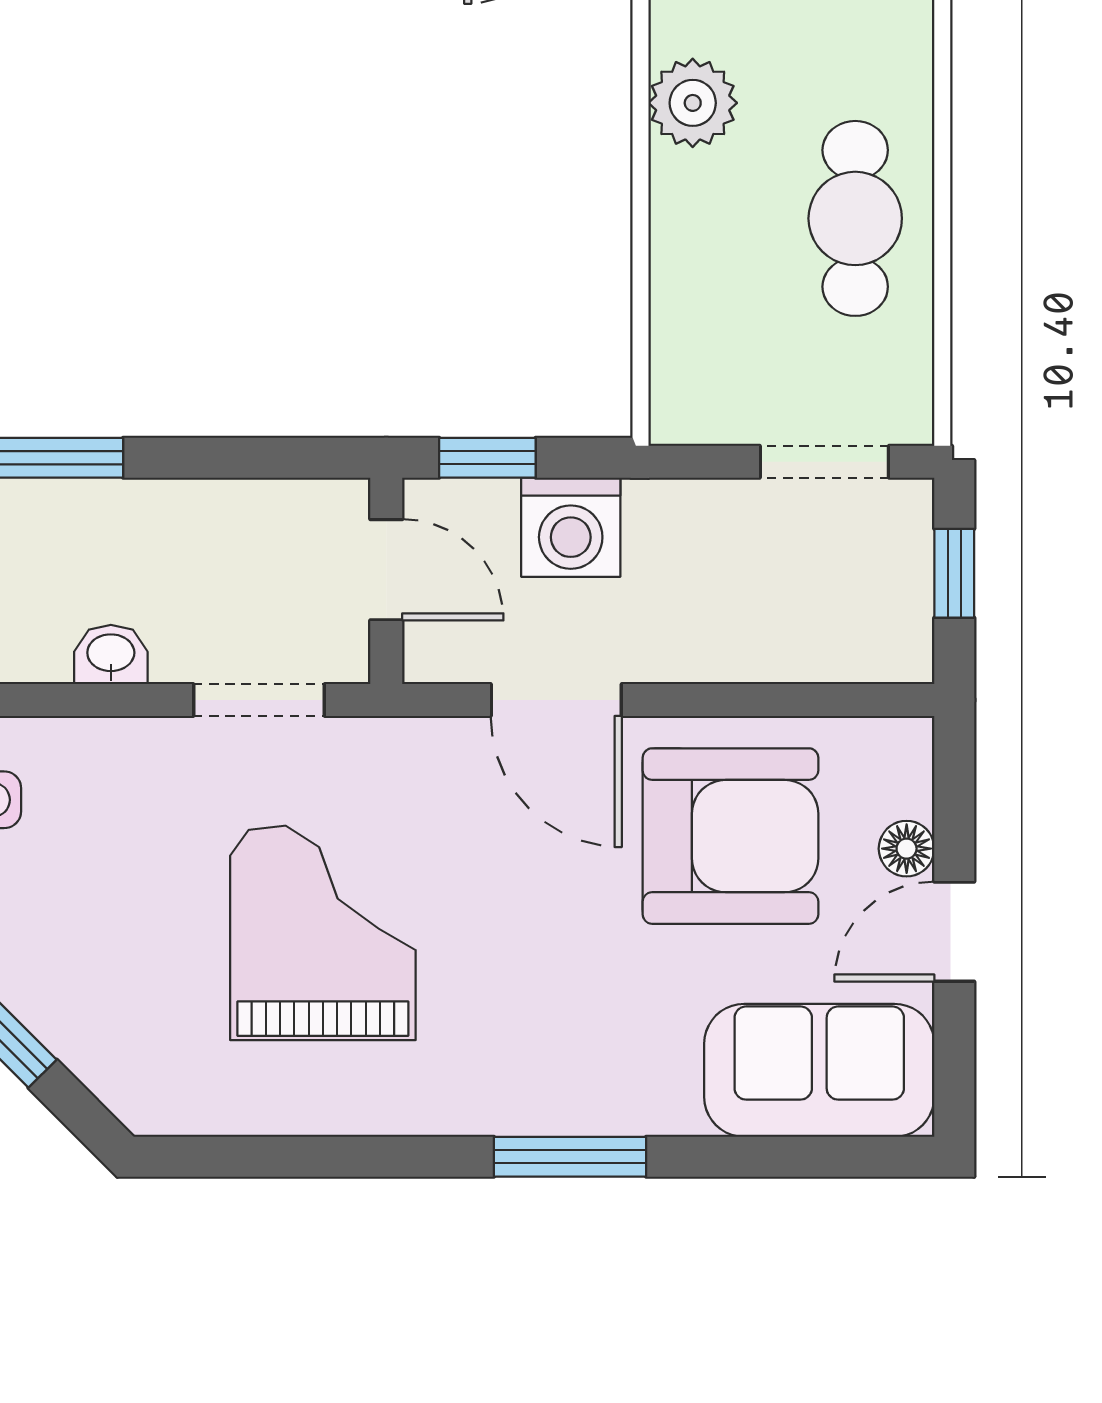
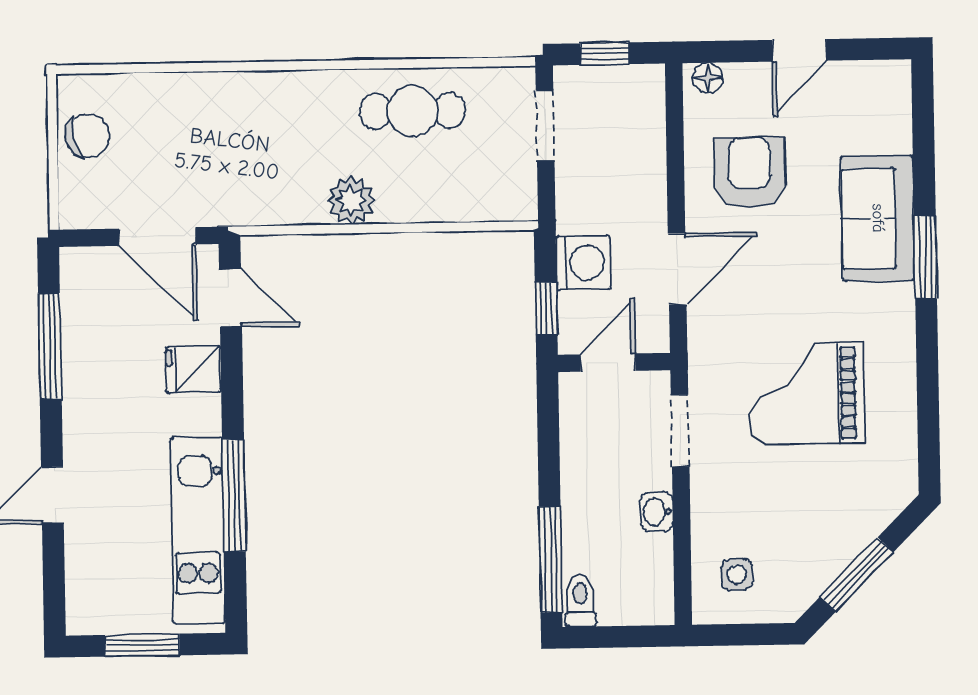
armchair: (731, 836) -> (750, 173), width x0.73, depth x0.73
floor lamp: (907, 849) -> (708, 78), moved
door: (954, 932) -> (799, 50), hinge flipped
sofa: (819, 1070) -> (878, 218), moved

